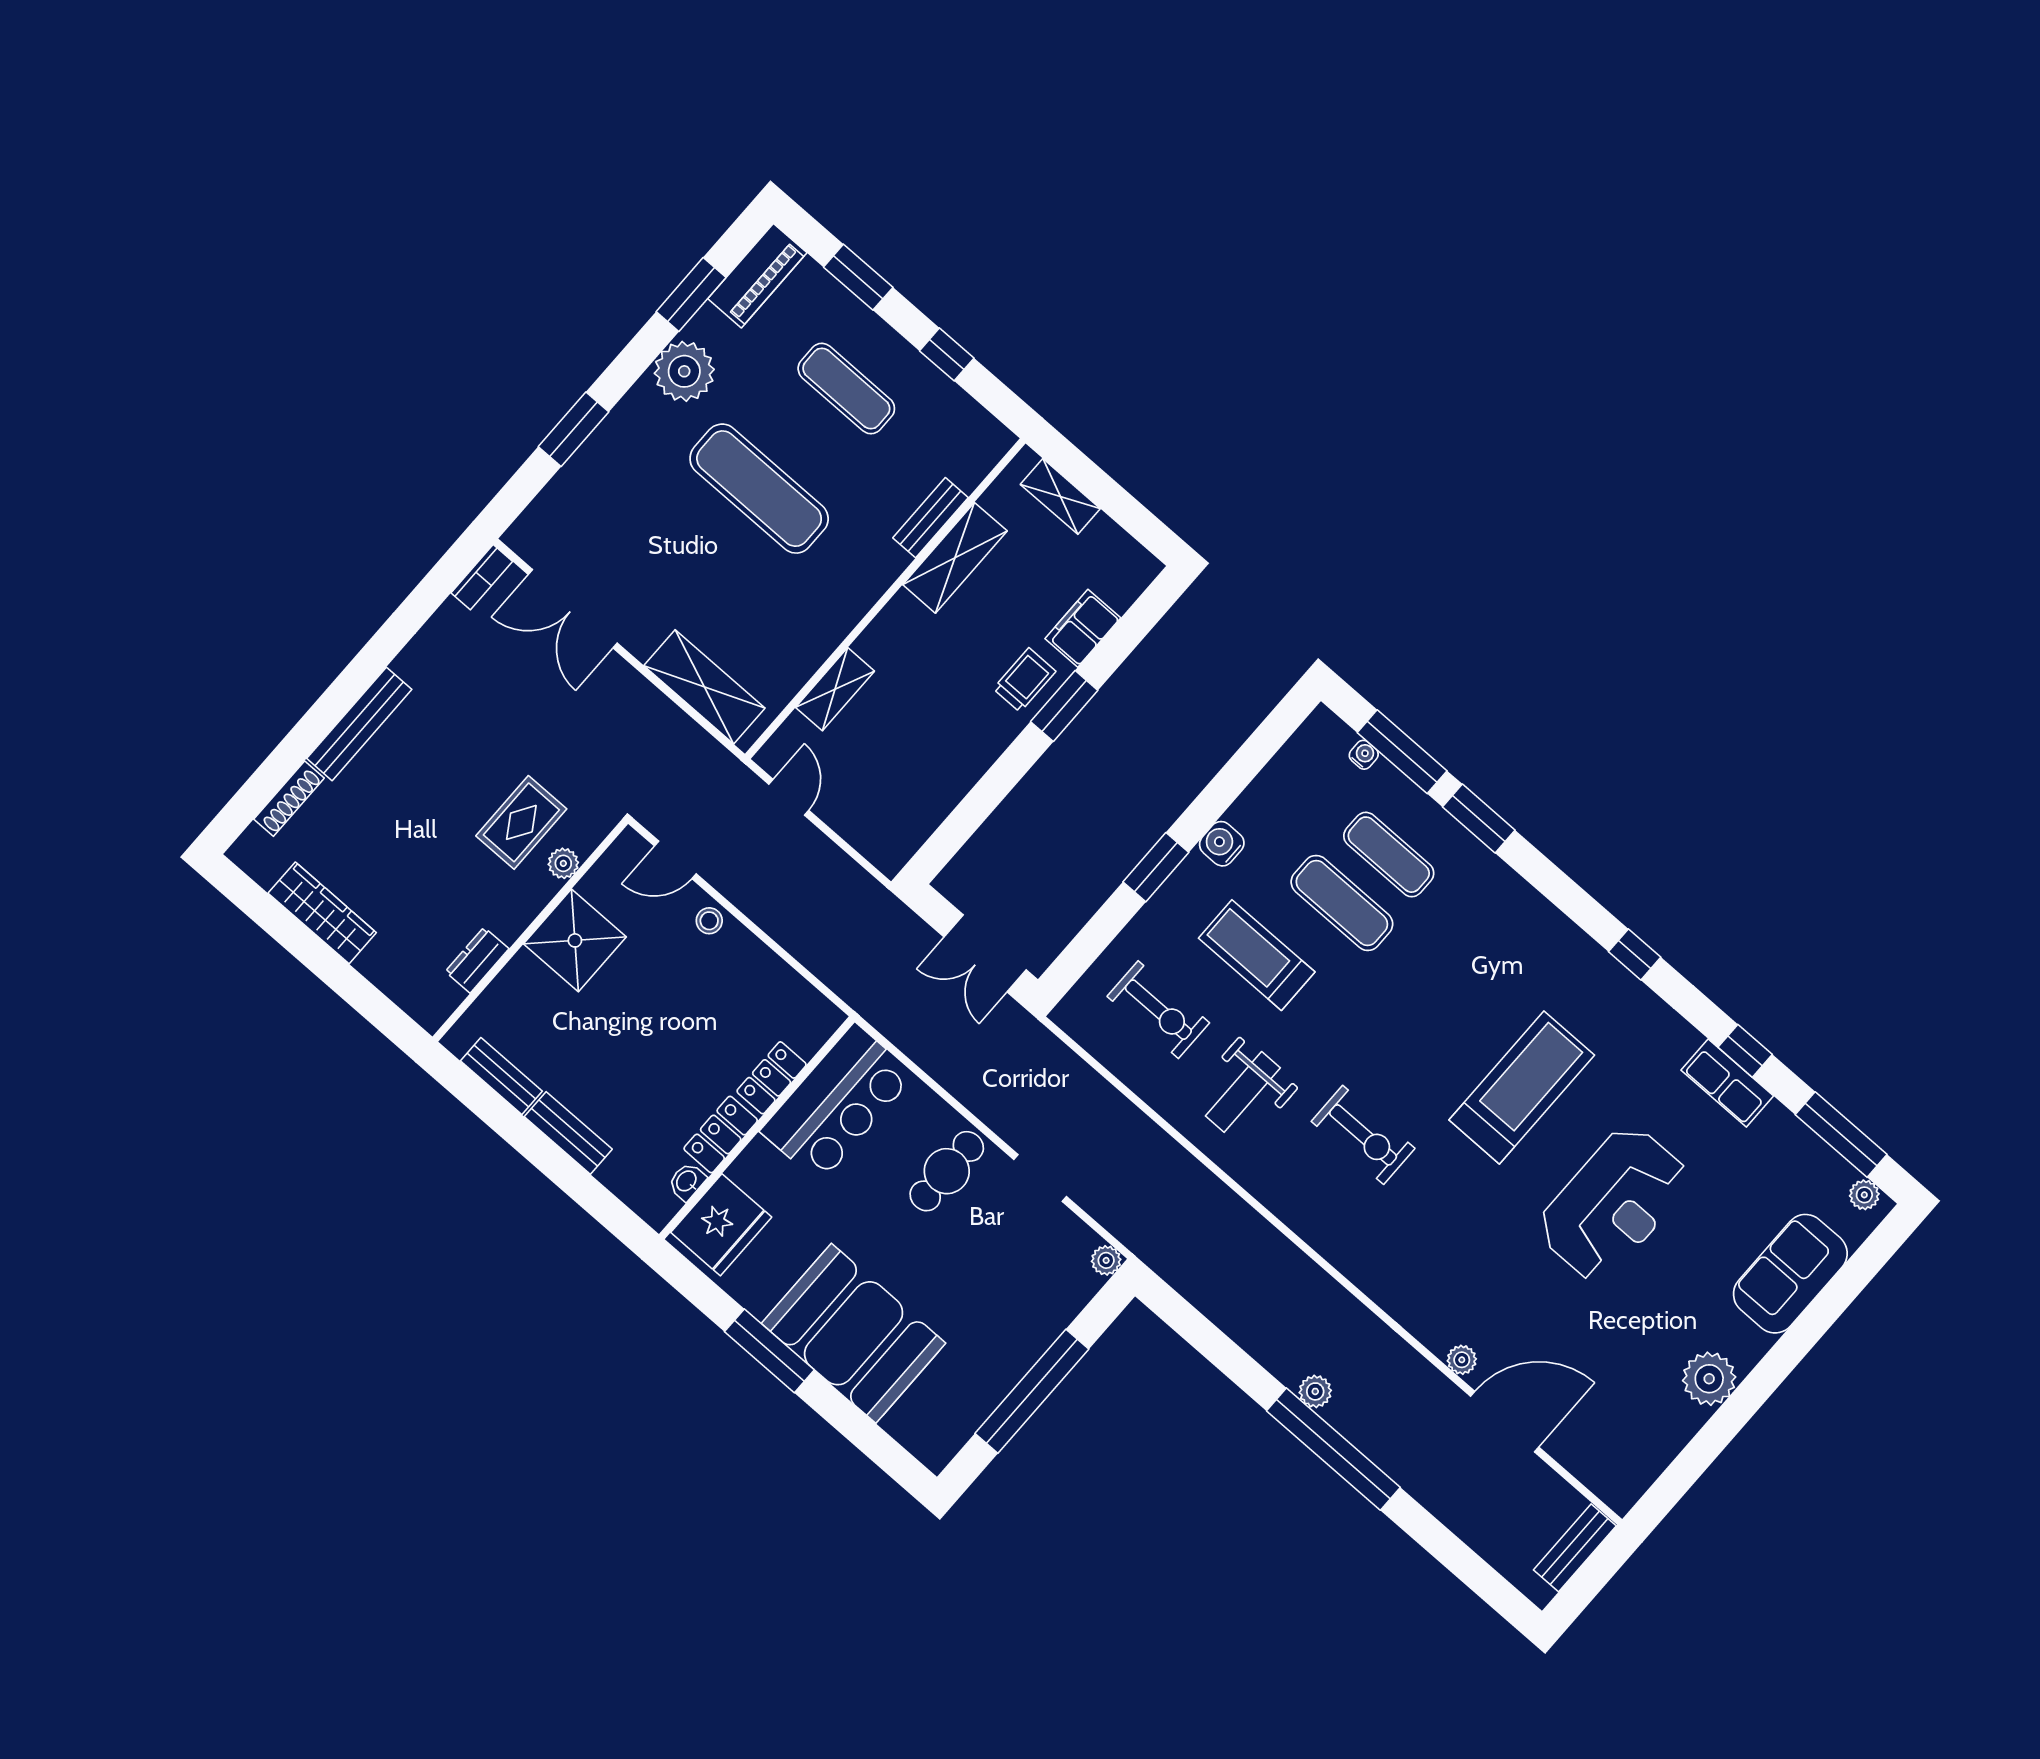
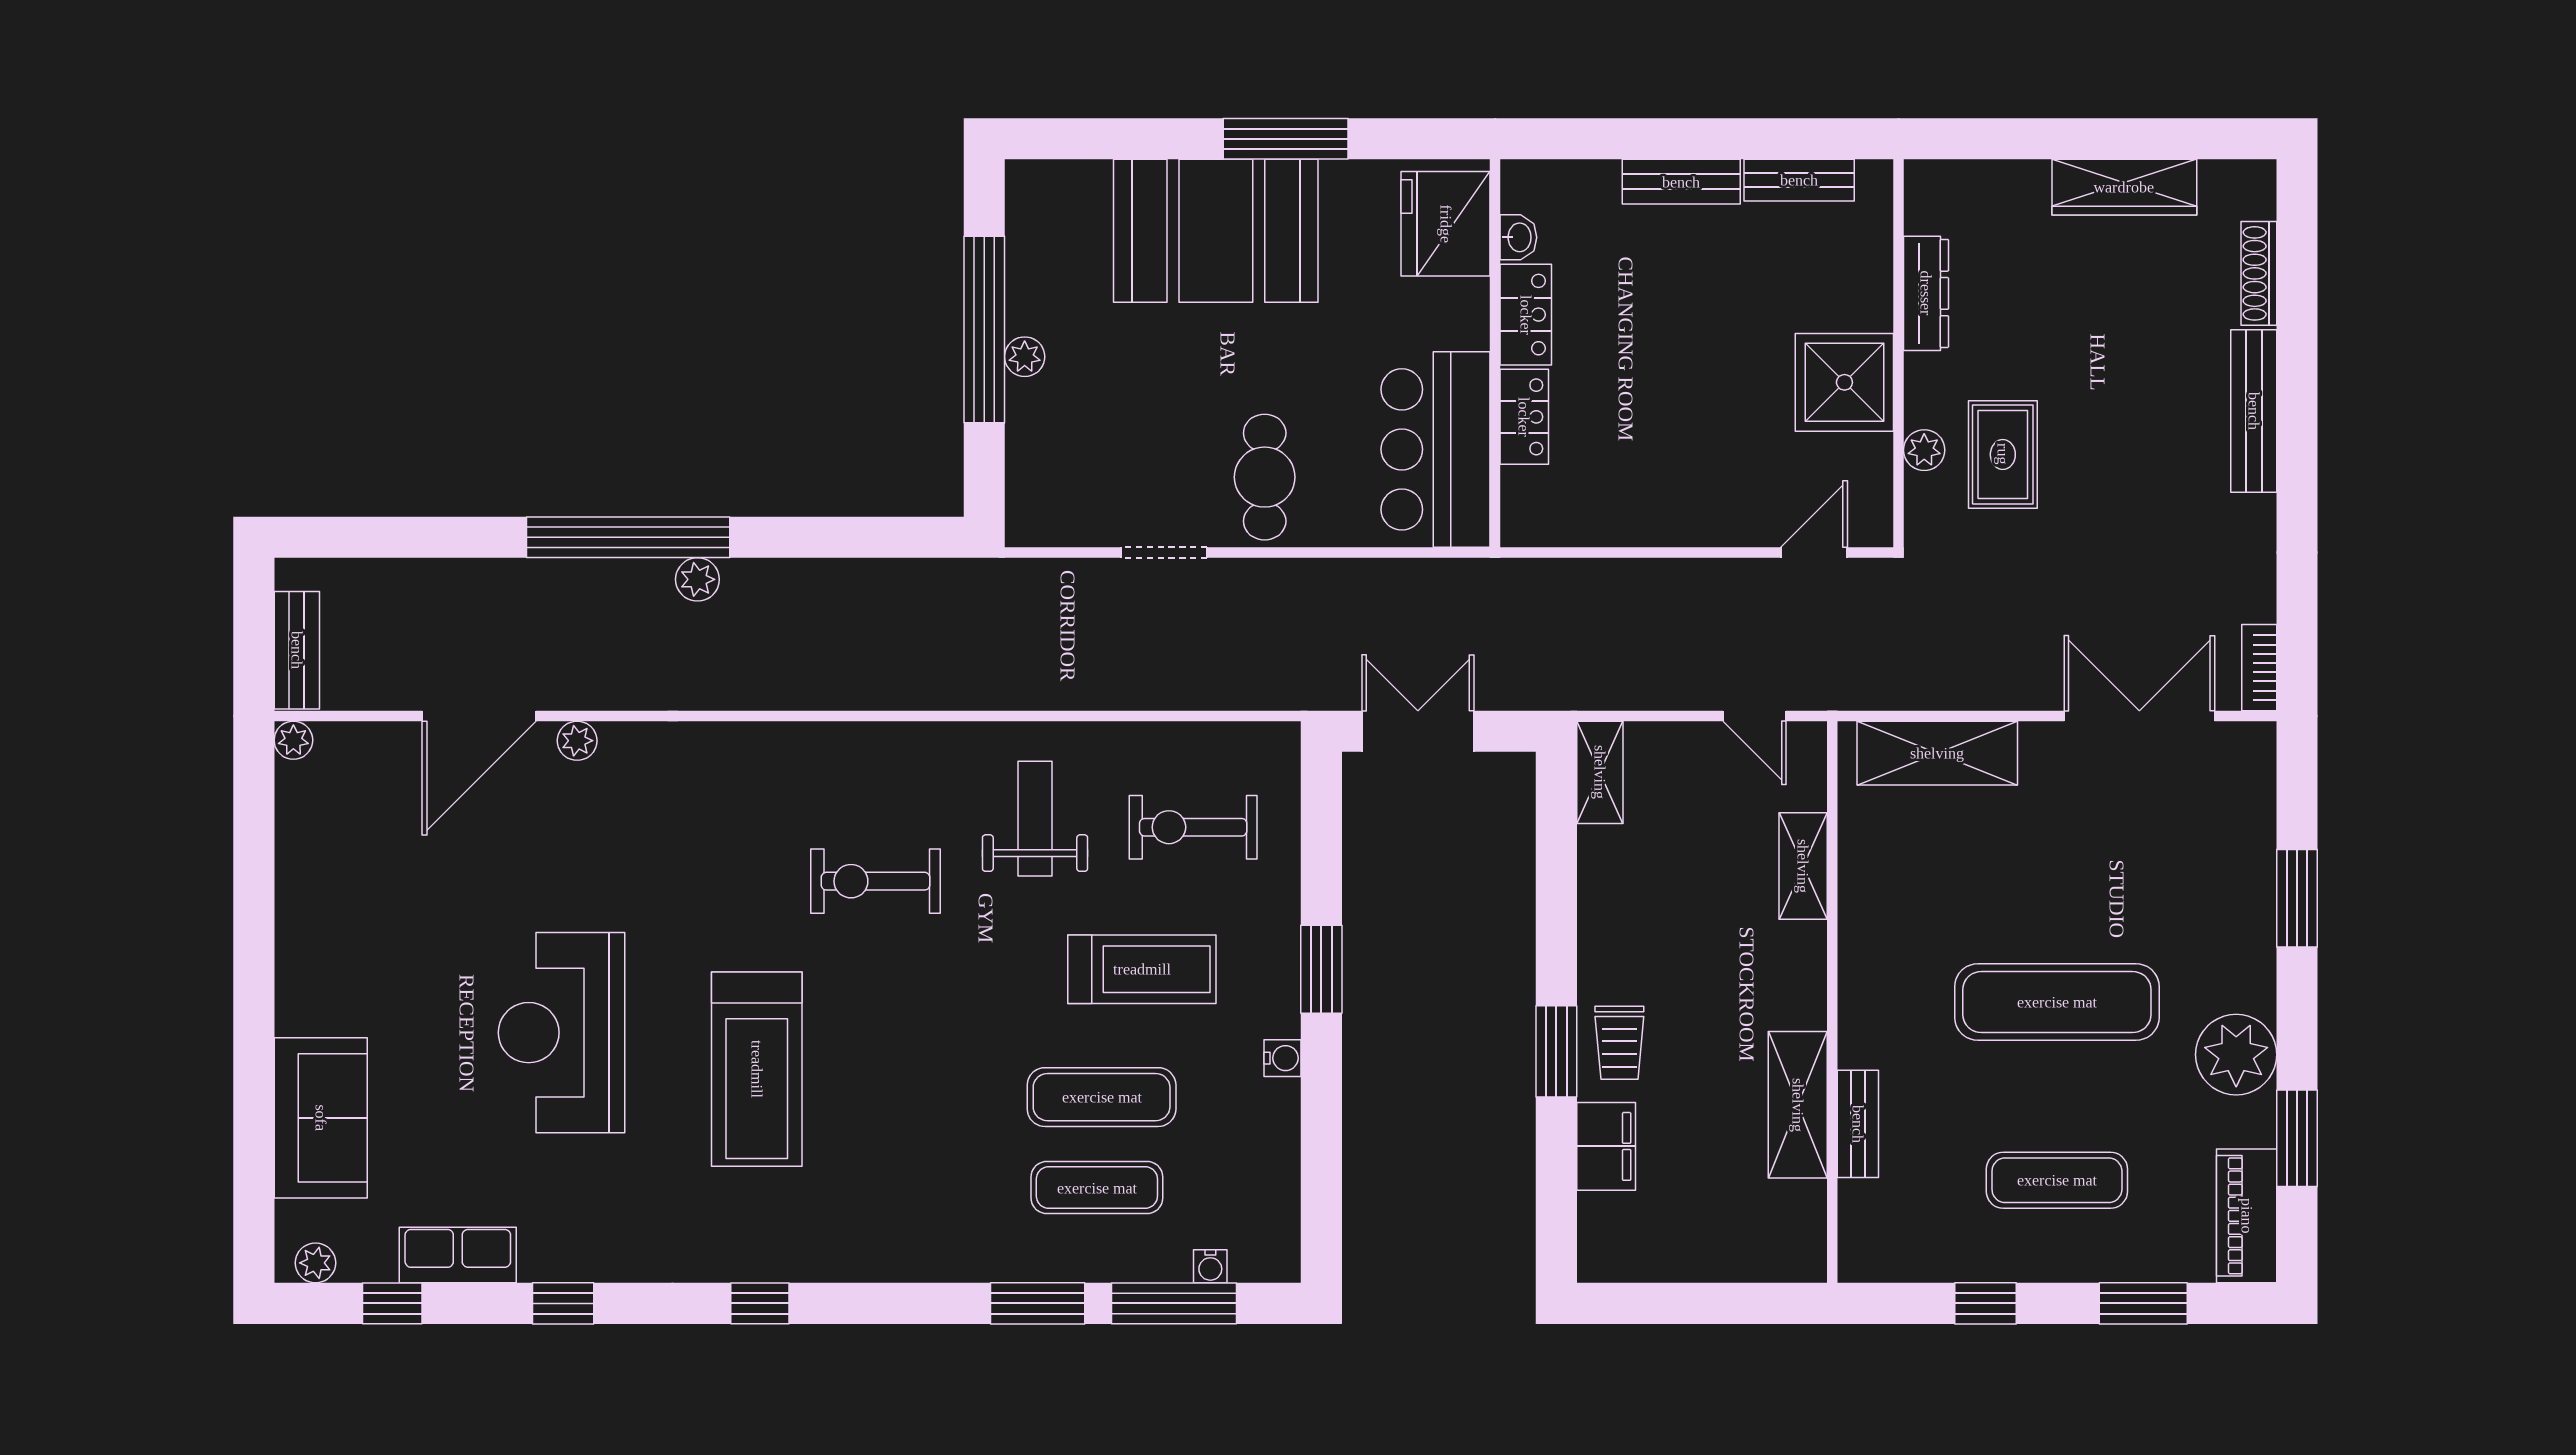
shelving: (1060, 496) -> (1600, 772), moved, turned 90
water cooler: (1222, 844) -> (1282, 1058), width x0.72, depth x0.72
stool: (709, 921) -> (1726, 521), removed
dresser: (477, 960) -> (1926, 293), width x1.44
row of seats: (1727, 1083) -> (458, 1255), moved
window: (1841, 1135) -> (392, 1303), width x0.46
plant: (1106, 1260) -> (1025, 357), moved
plant: (1709, 1379) -> (293, 740), moved, width x0.53, depth x0.53

